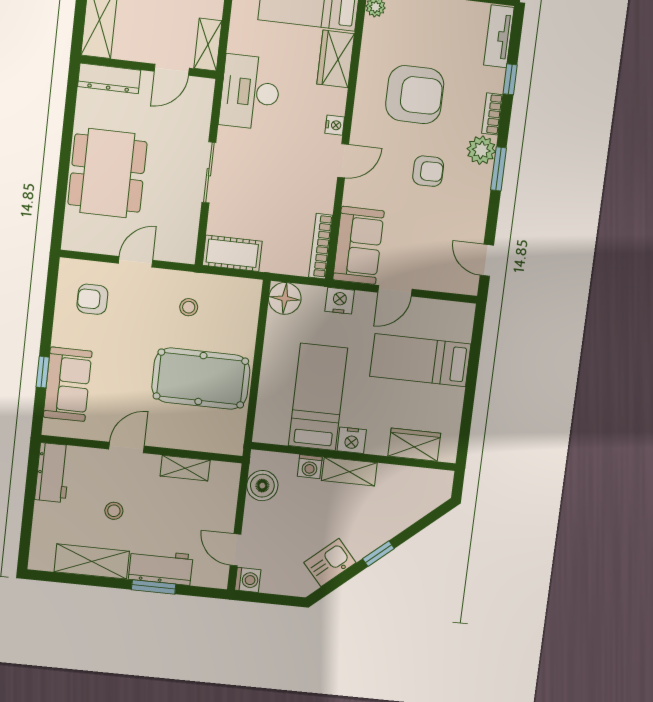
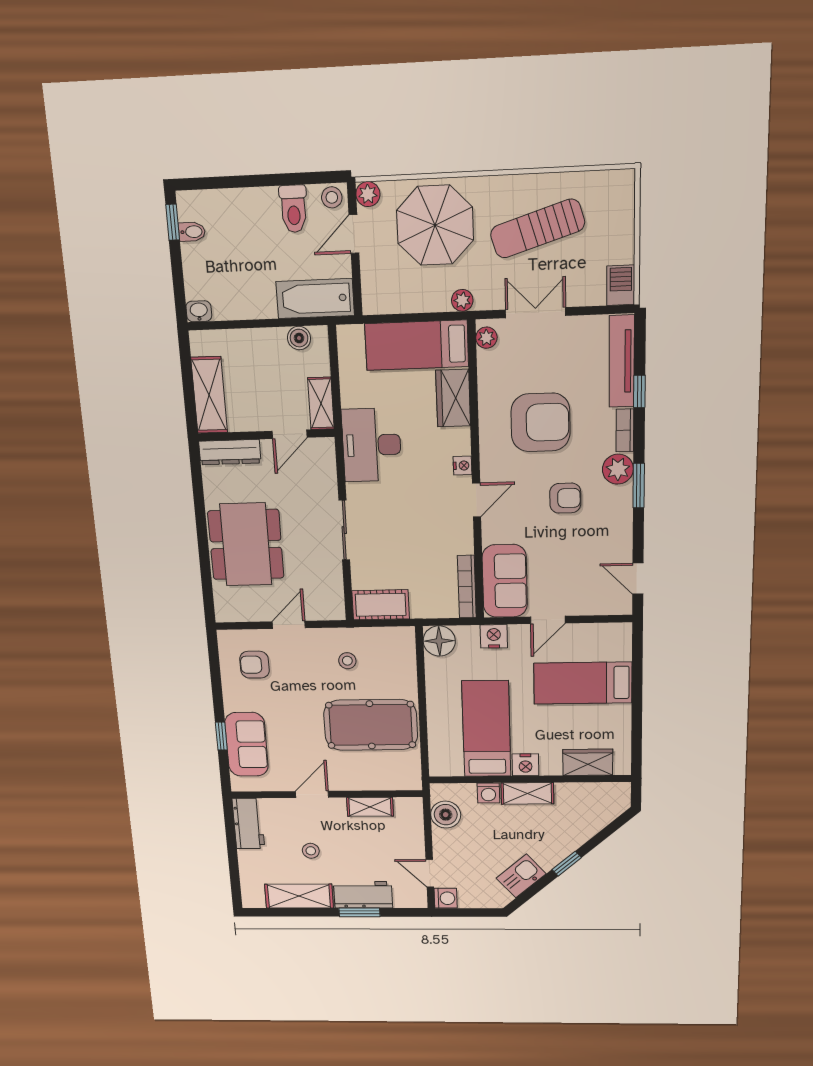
tv unit: (499, 36) -> (622, 361), width x1.41

